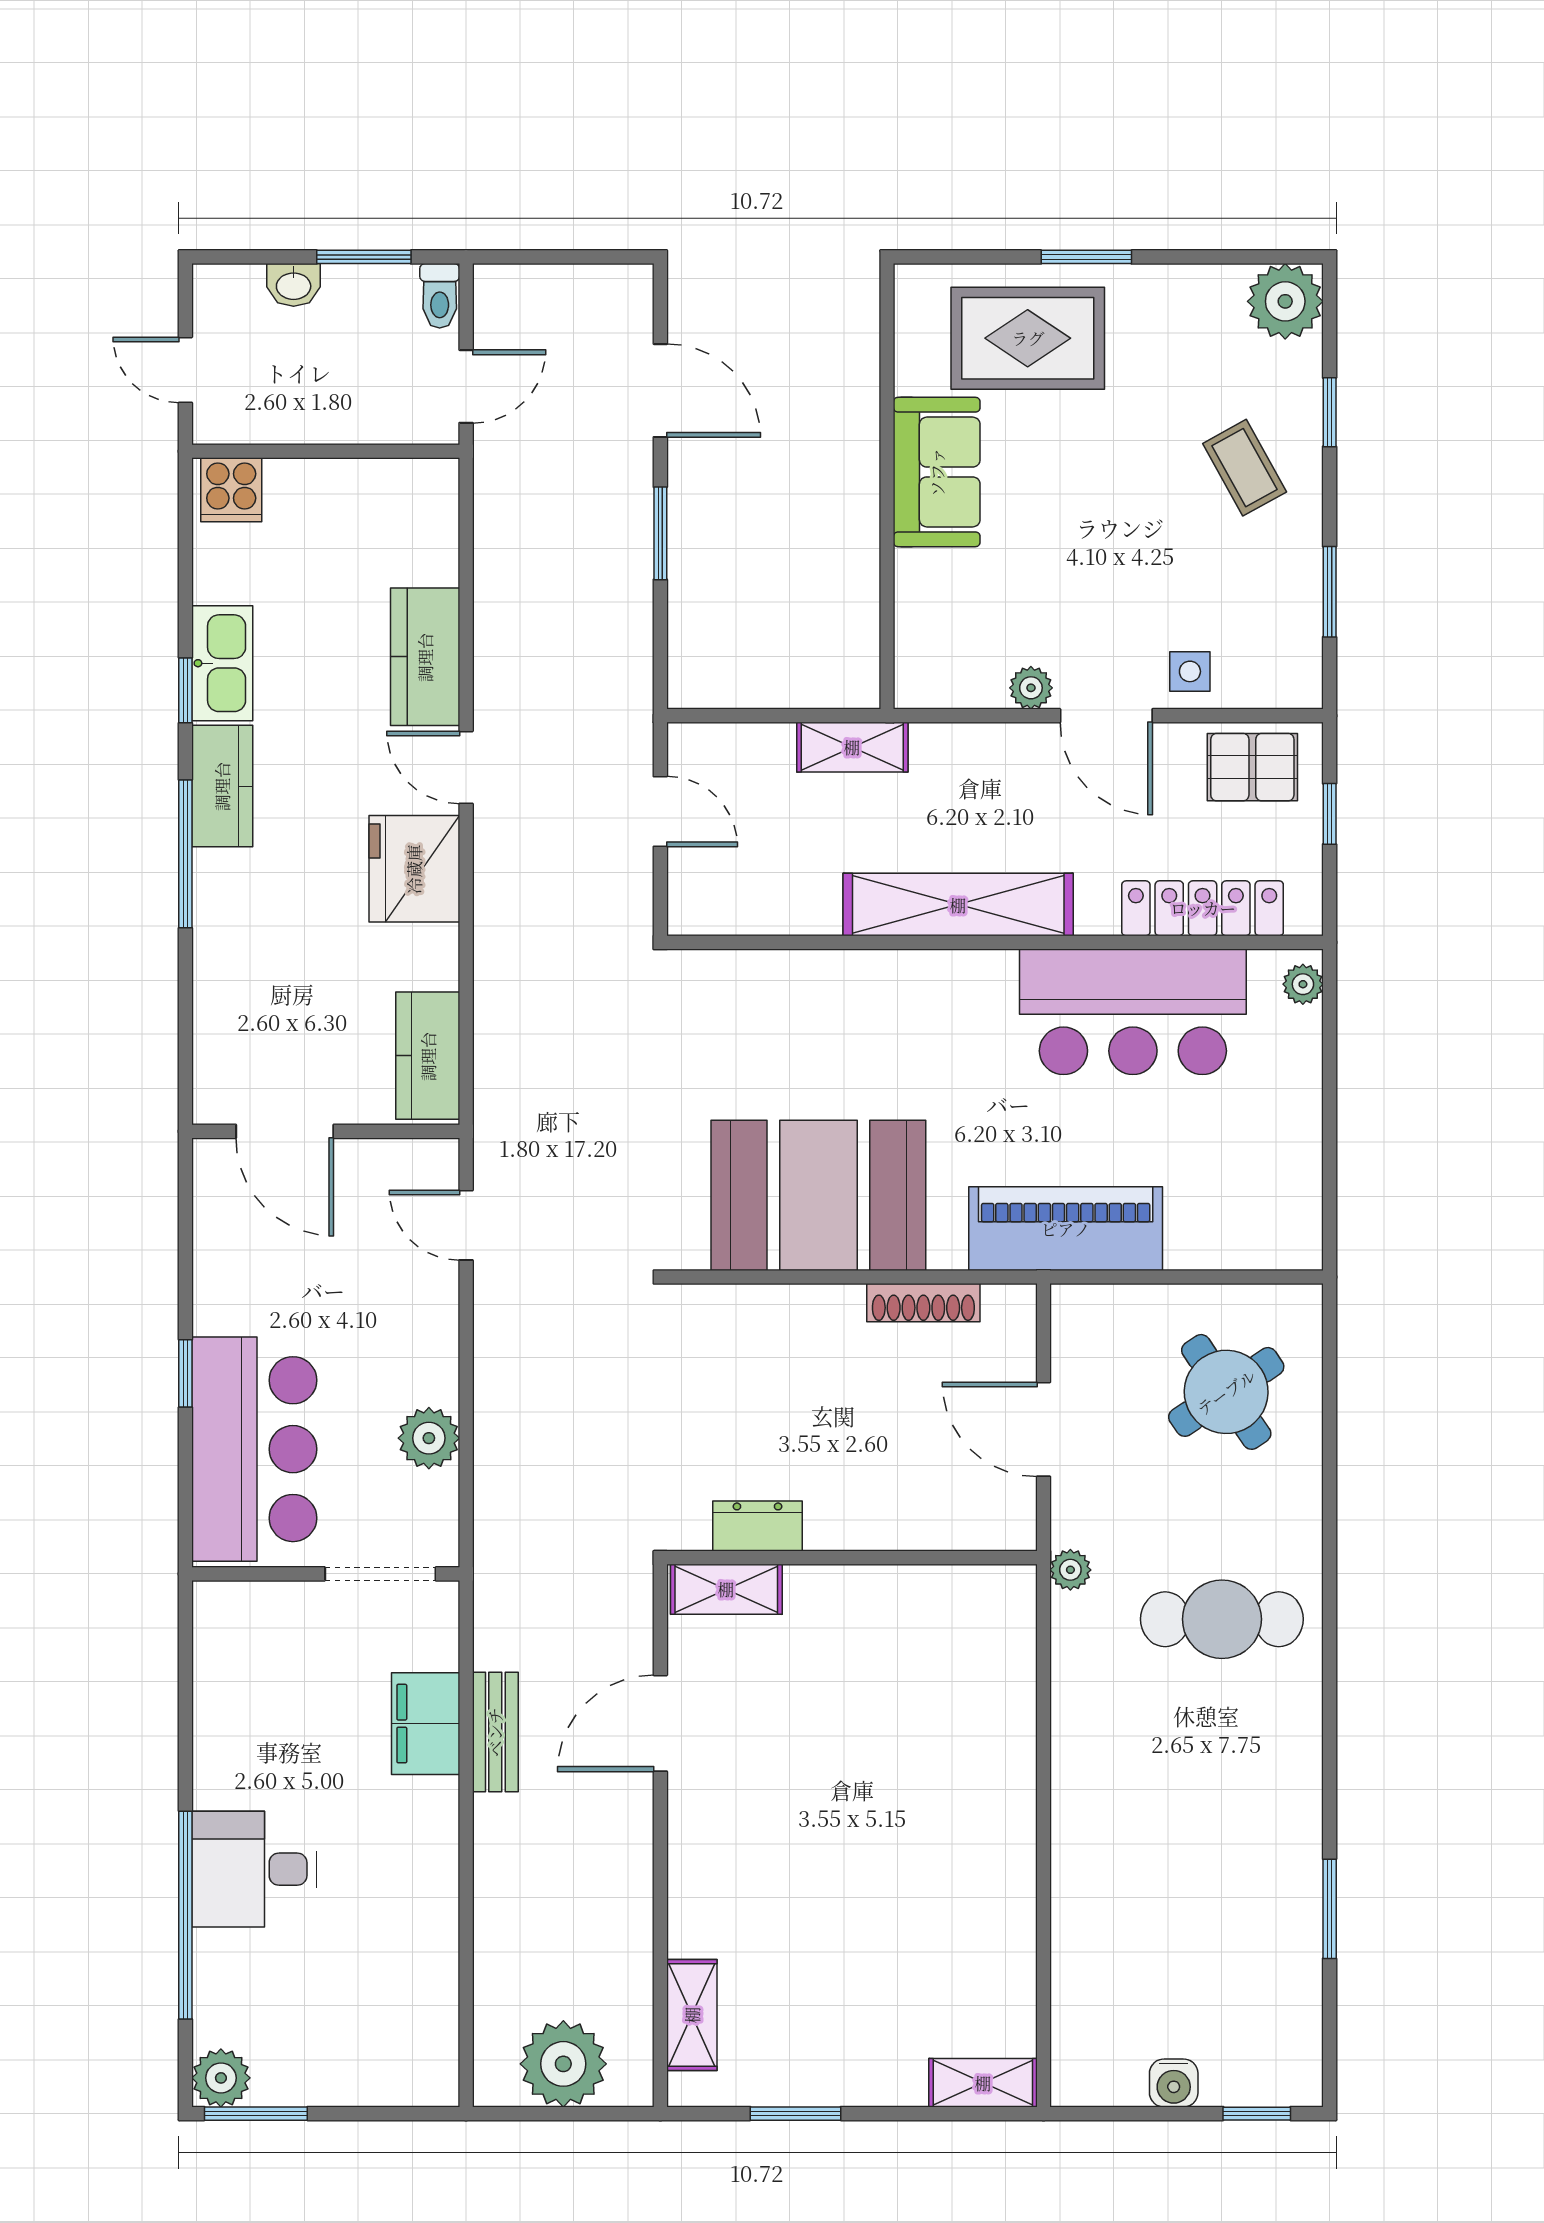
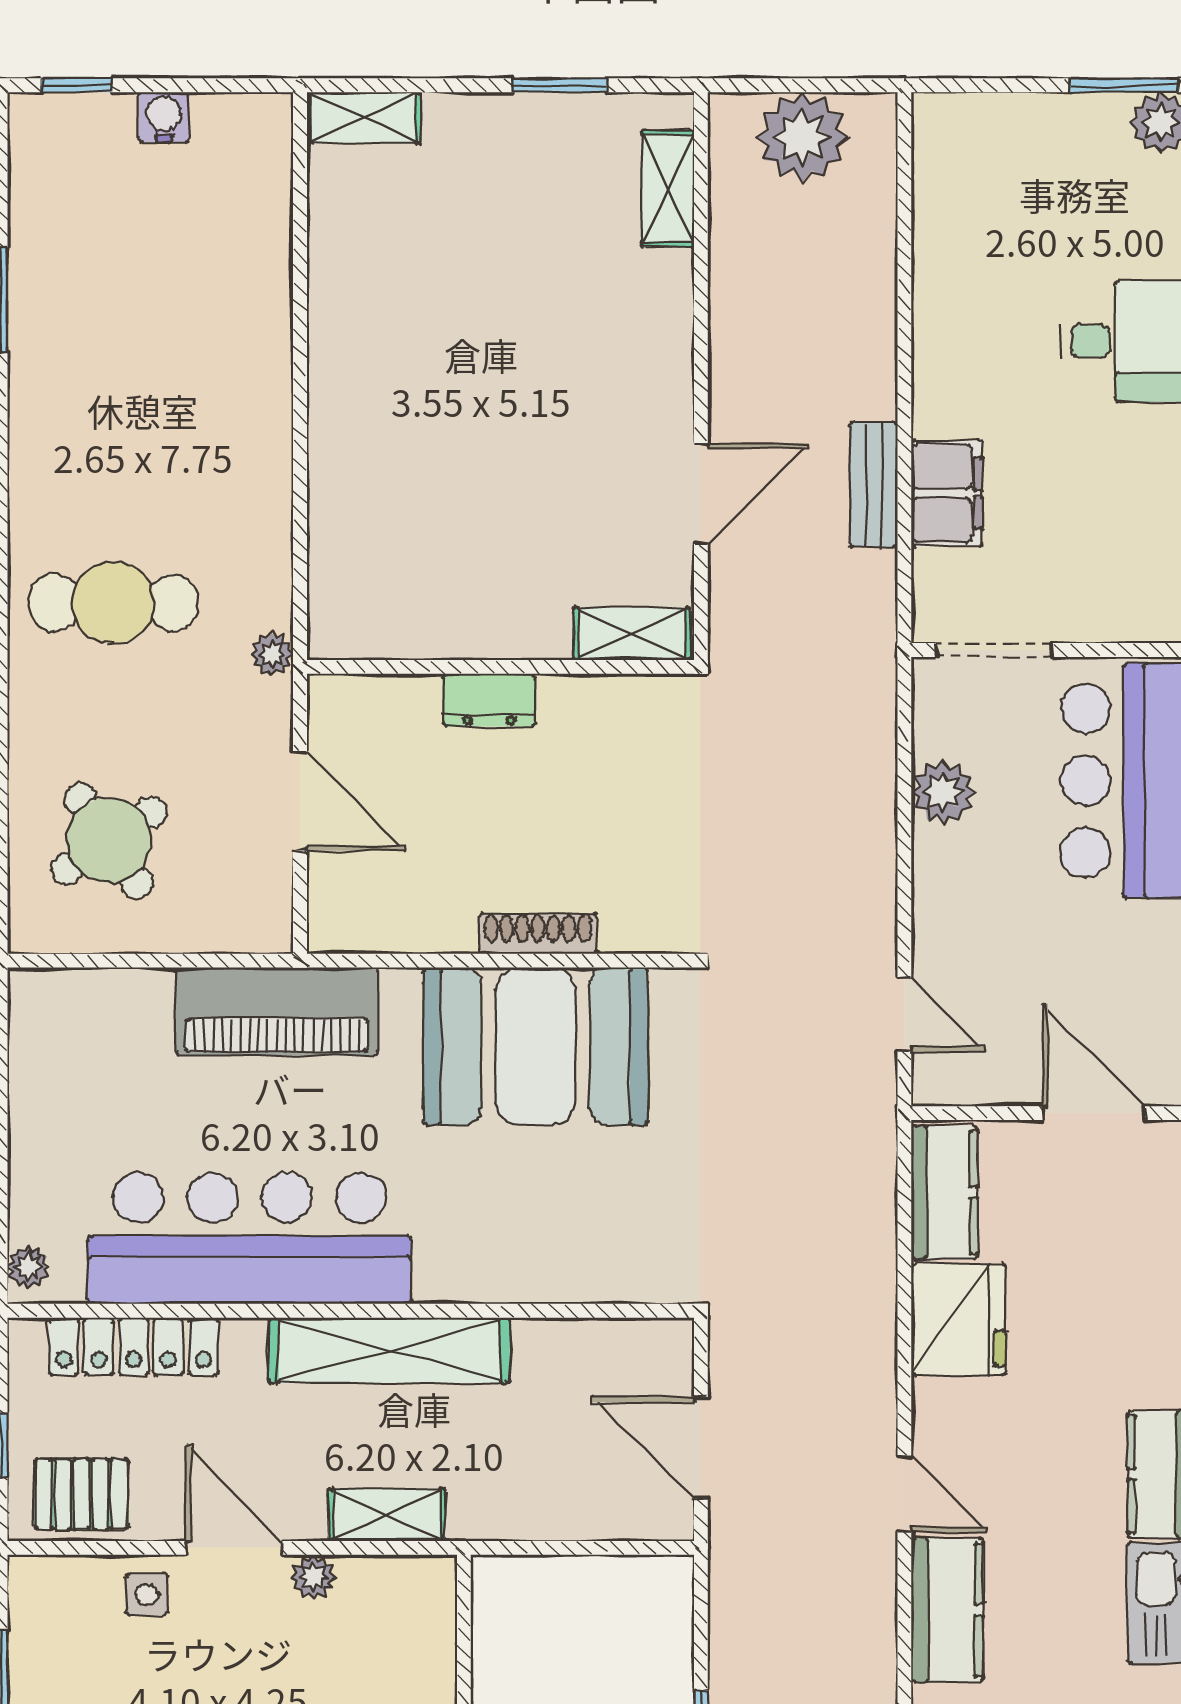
shelving: (852, 747) -> (387, 1515), moved
door: (660, 812) -> (701, 1448), width x1.38
fridge: (414, 869) -> (958, 1319), moved
bar counter: (1133, 1012) -> (250, 1238), width x1.36
shoe rack: (923, 1303) -> (538, 934), moved
dresser: (757, 1526) -> (489, 700), moved

